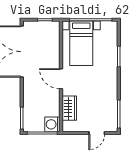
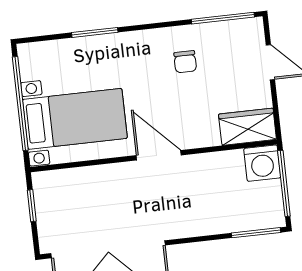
door: (61, 79) -> (159, 155), swing flipped
chair: (101, 95) -> (185, 62), added
wardrobe: (69, 108) -> (247, 127), moved

